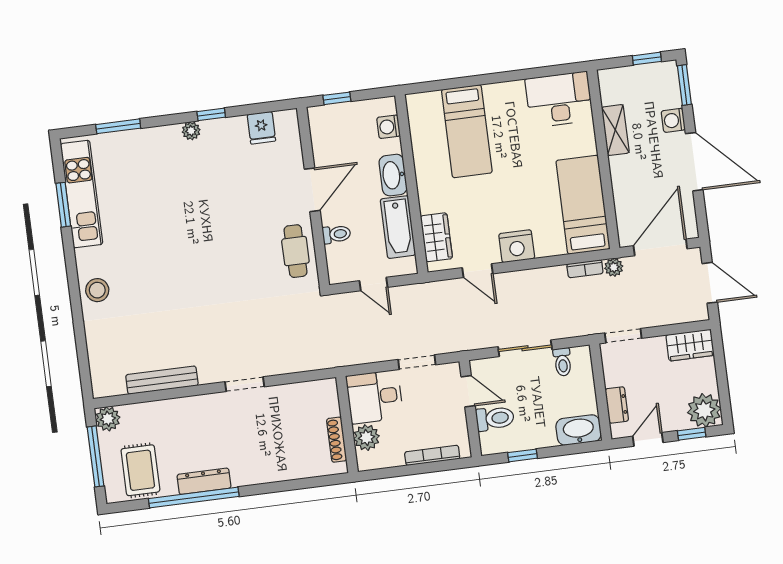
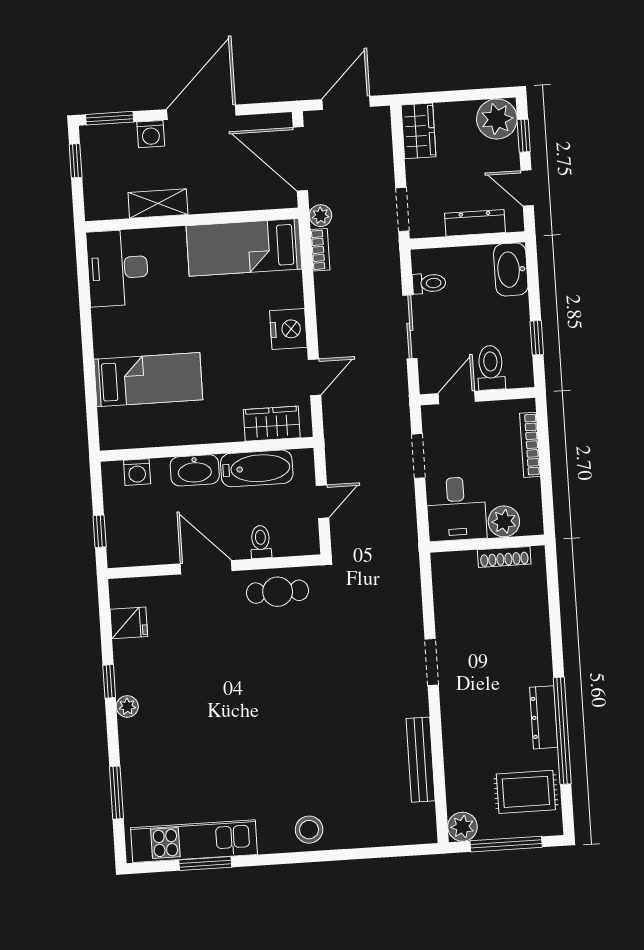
dresser: (617, 405) -> (475, 223), width x1.44

